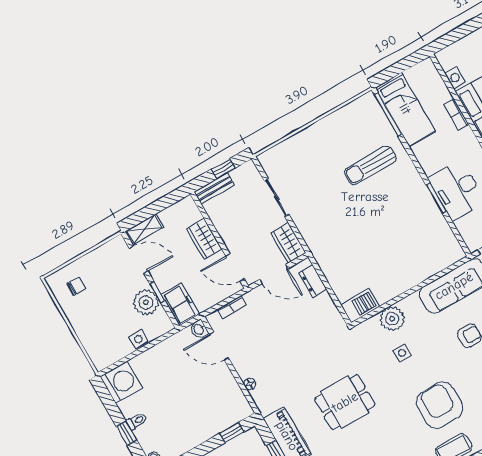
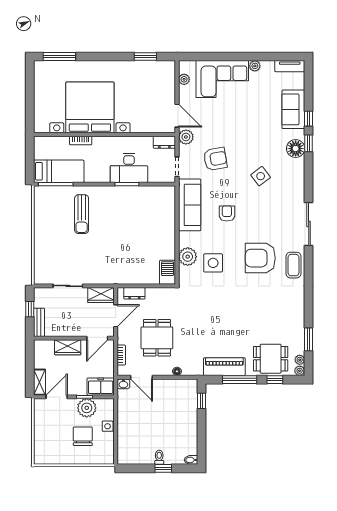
chair: (76, 286) -> (83, 436), moved, width x1.87, depth x1.87
door: (219, 346) -> (141, 377), hinge flipped
side table: (402, 353) -> (213, 263), width x1.87, depth x1.87
washing machine: (121, 382) -> (129, 453), removed
dining table: (345, 402) -> (157, 338), moved

